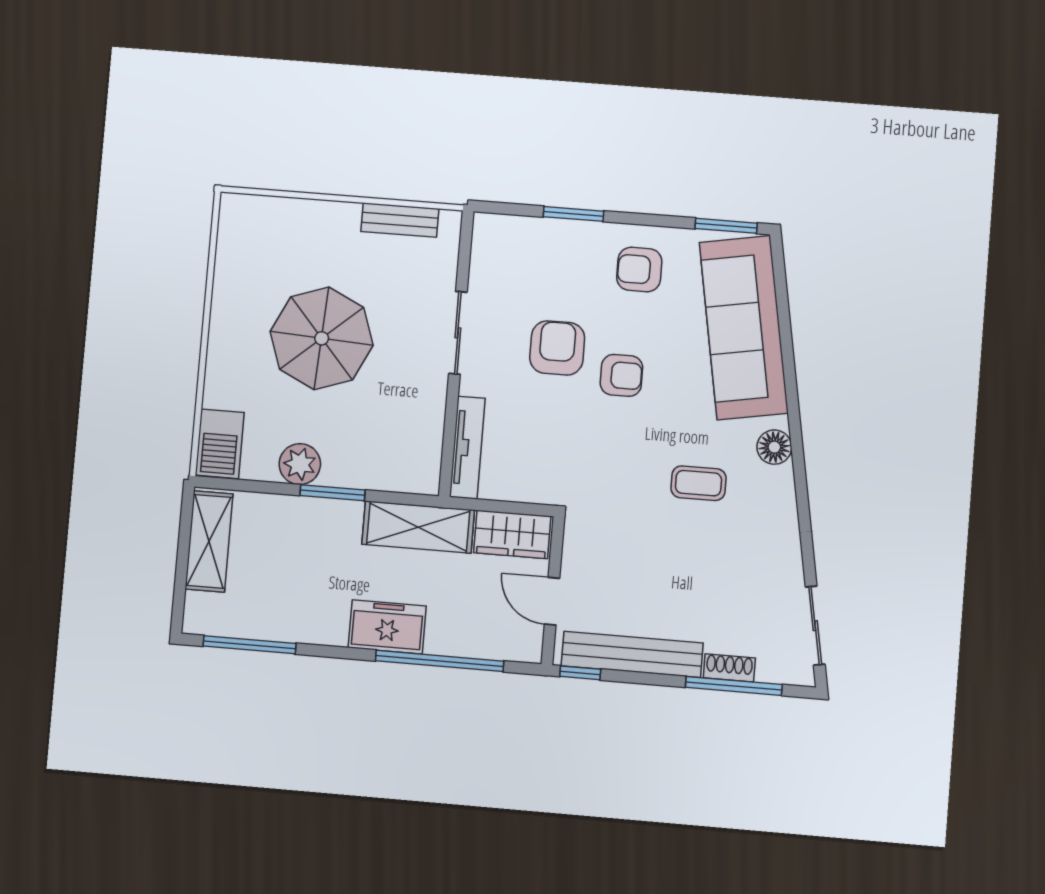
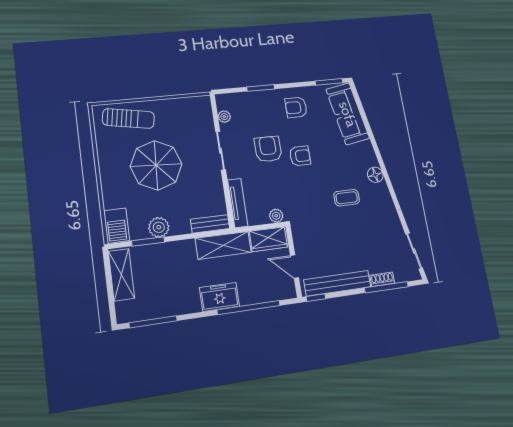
bench: (400, 220) -> (210, 224), moved
sun lounger: (288, 232) -> (128, 118), added
plant: (482, 262) -> (224, 117), added
sofa: (744, 328) -> (348, 114), width x0.74, depth x0.79
plant: (540, 490) -> (276, 216), added
window: (332, 493) -> (148, 241), moved

